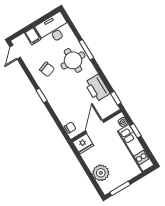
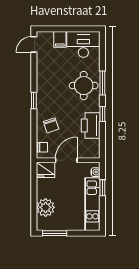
chair: (47, 69) -> (51, 125), moved
window: (116, 98) -> (102, 114), moved

